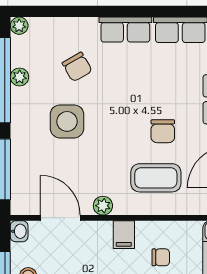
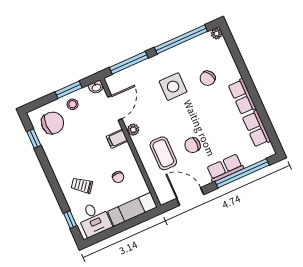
plant: (20, 77) -> (187, 47), removed
filing cabinet: (124, 235) -> (117, 139), moved

